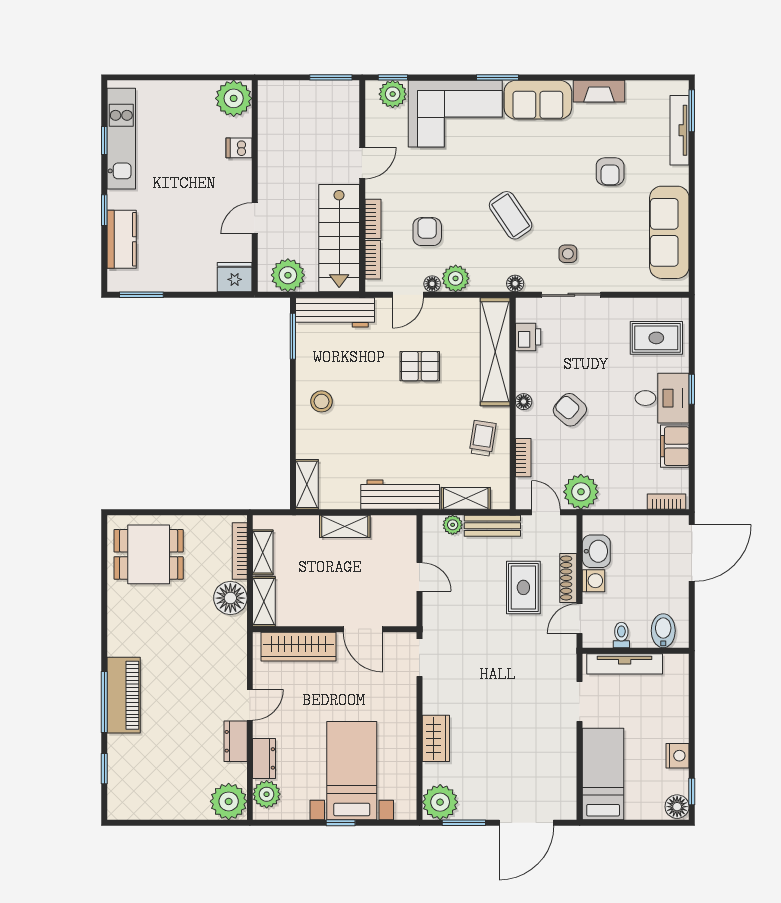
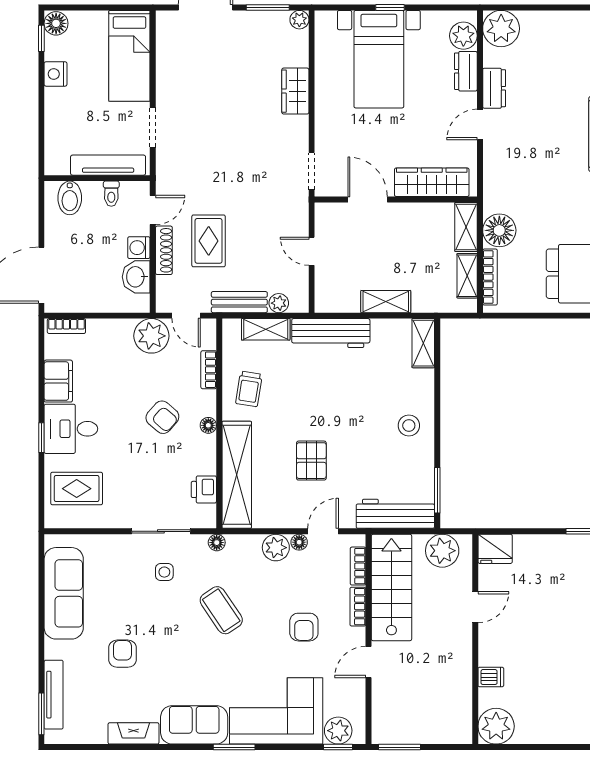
armchair: (427, 232) -> (304, 627), moved
pallet: (420, 366) -> (311, 461), turned 90
plant: (440, 802) -> (299, 20), width x0.53, depth x0.53

